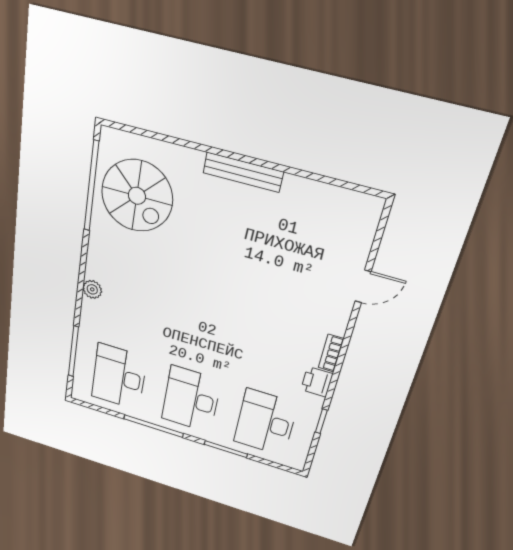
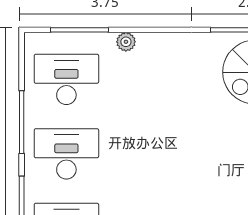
plant: (92, 289) -> (126, 42), moved

